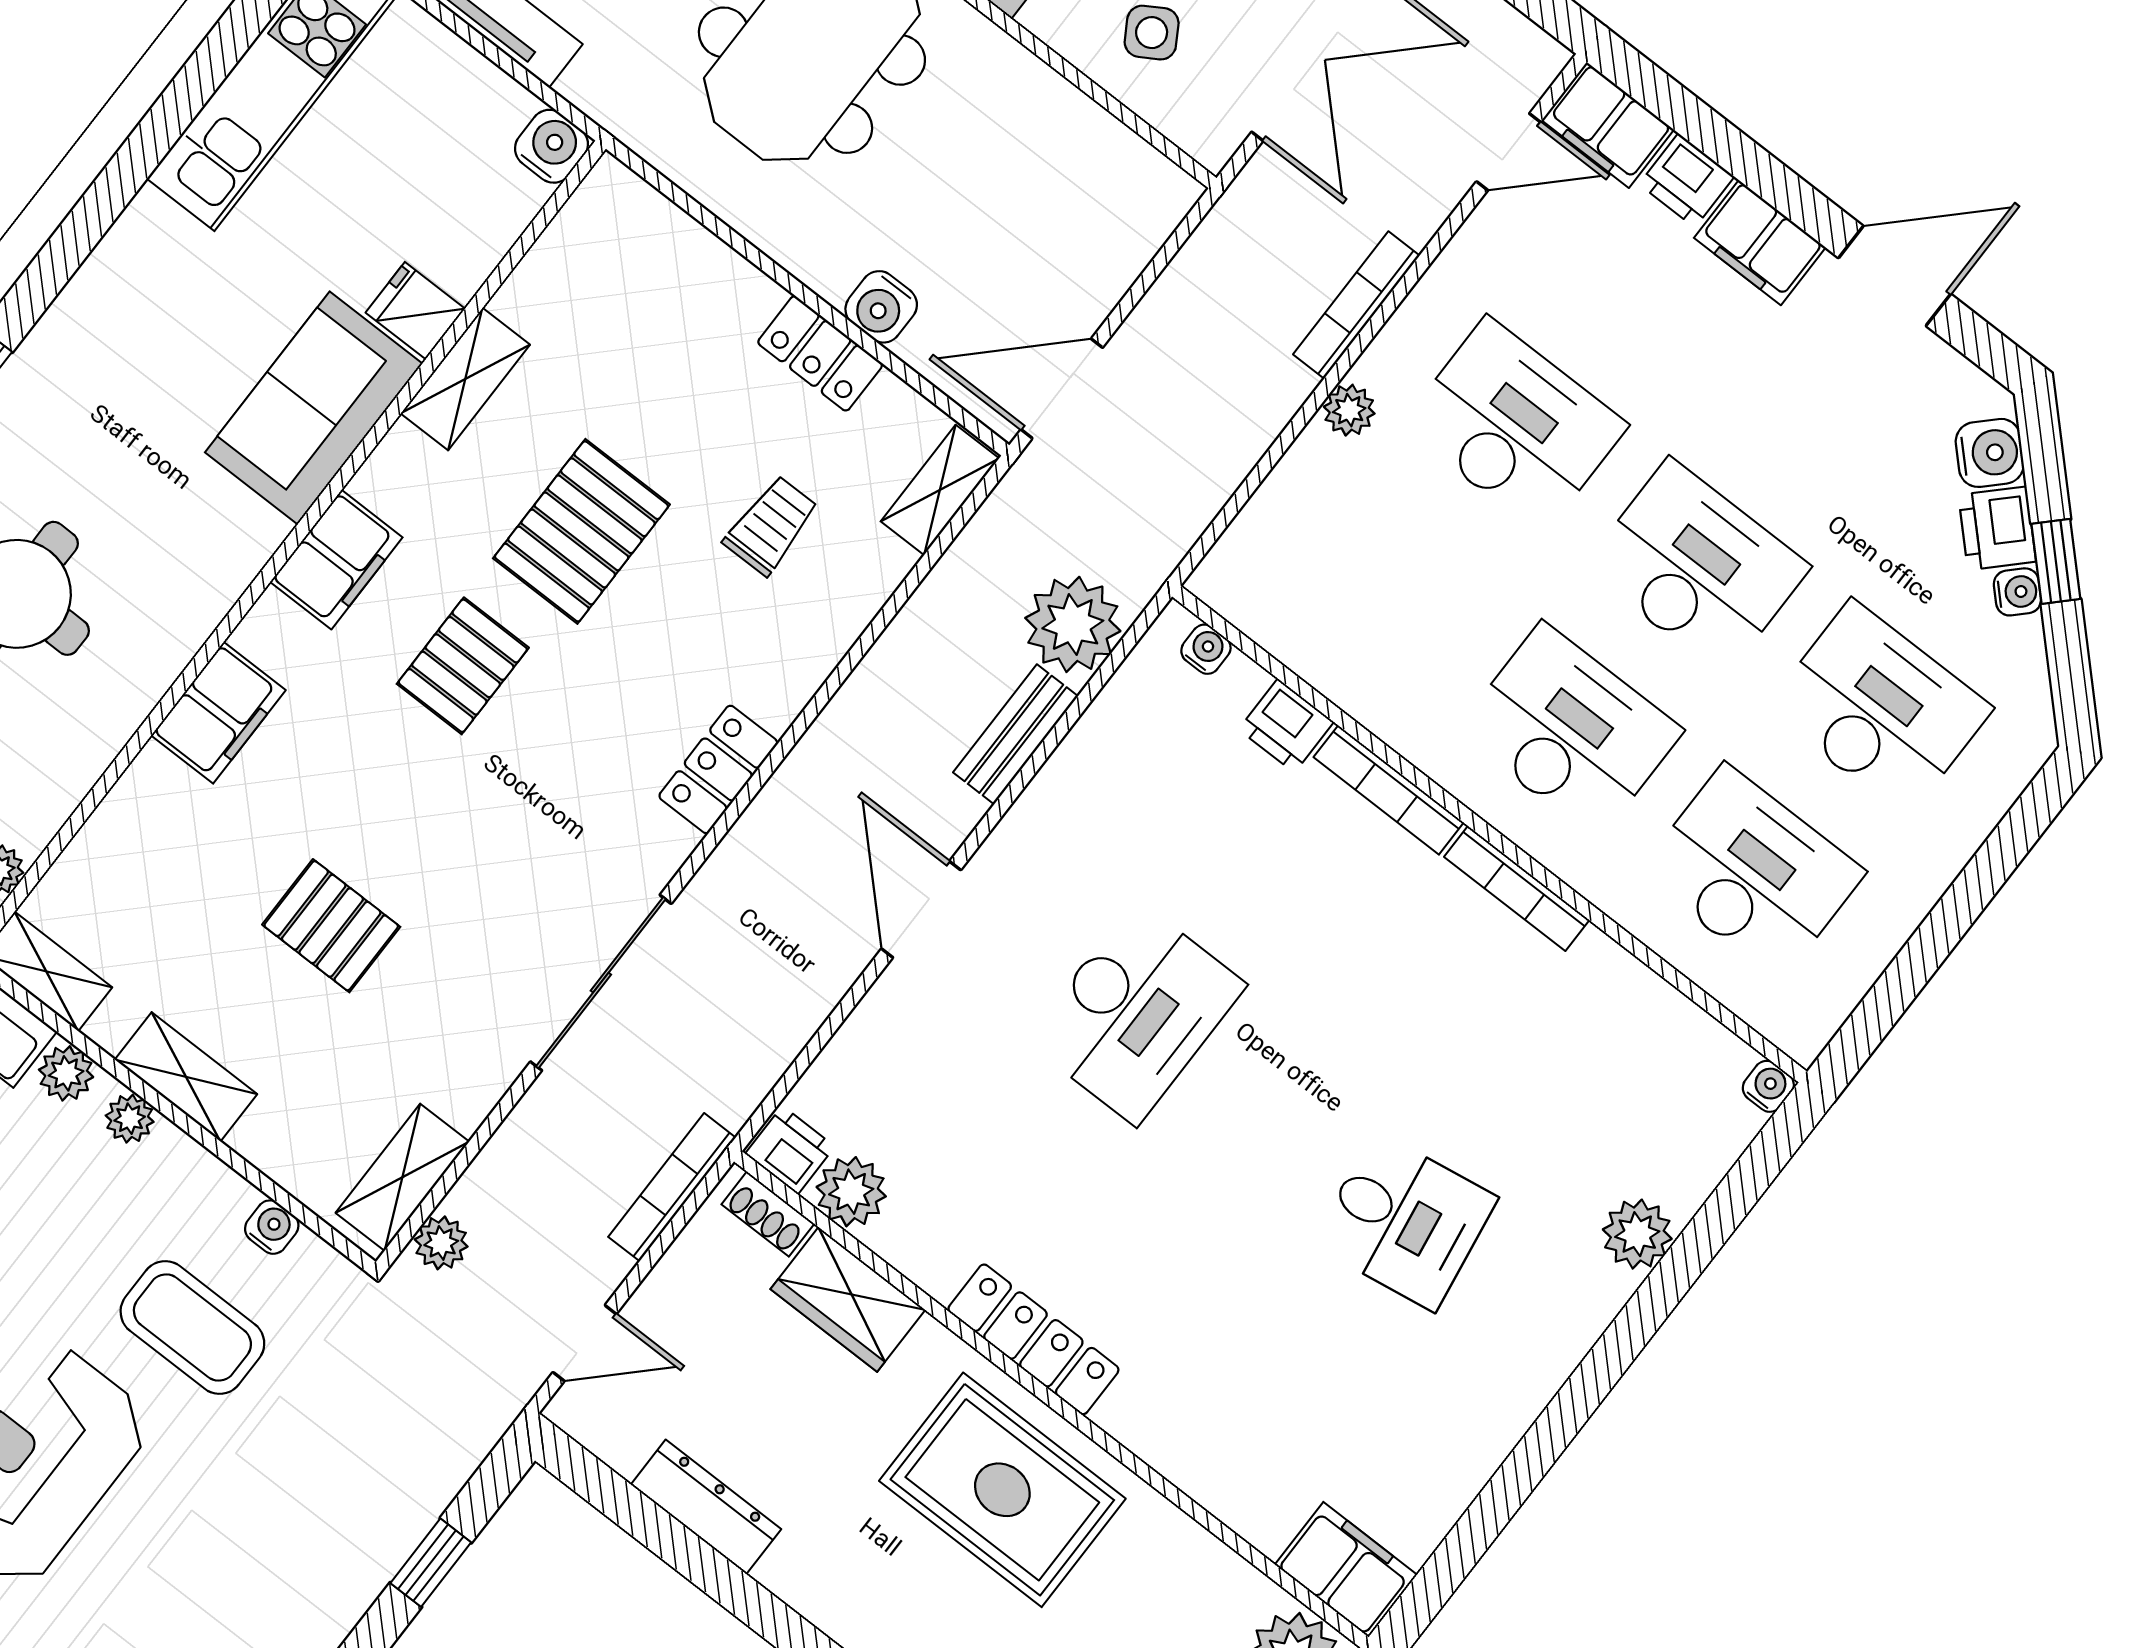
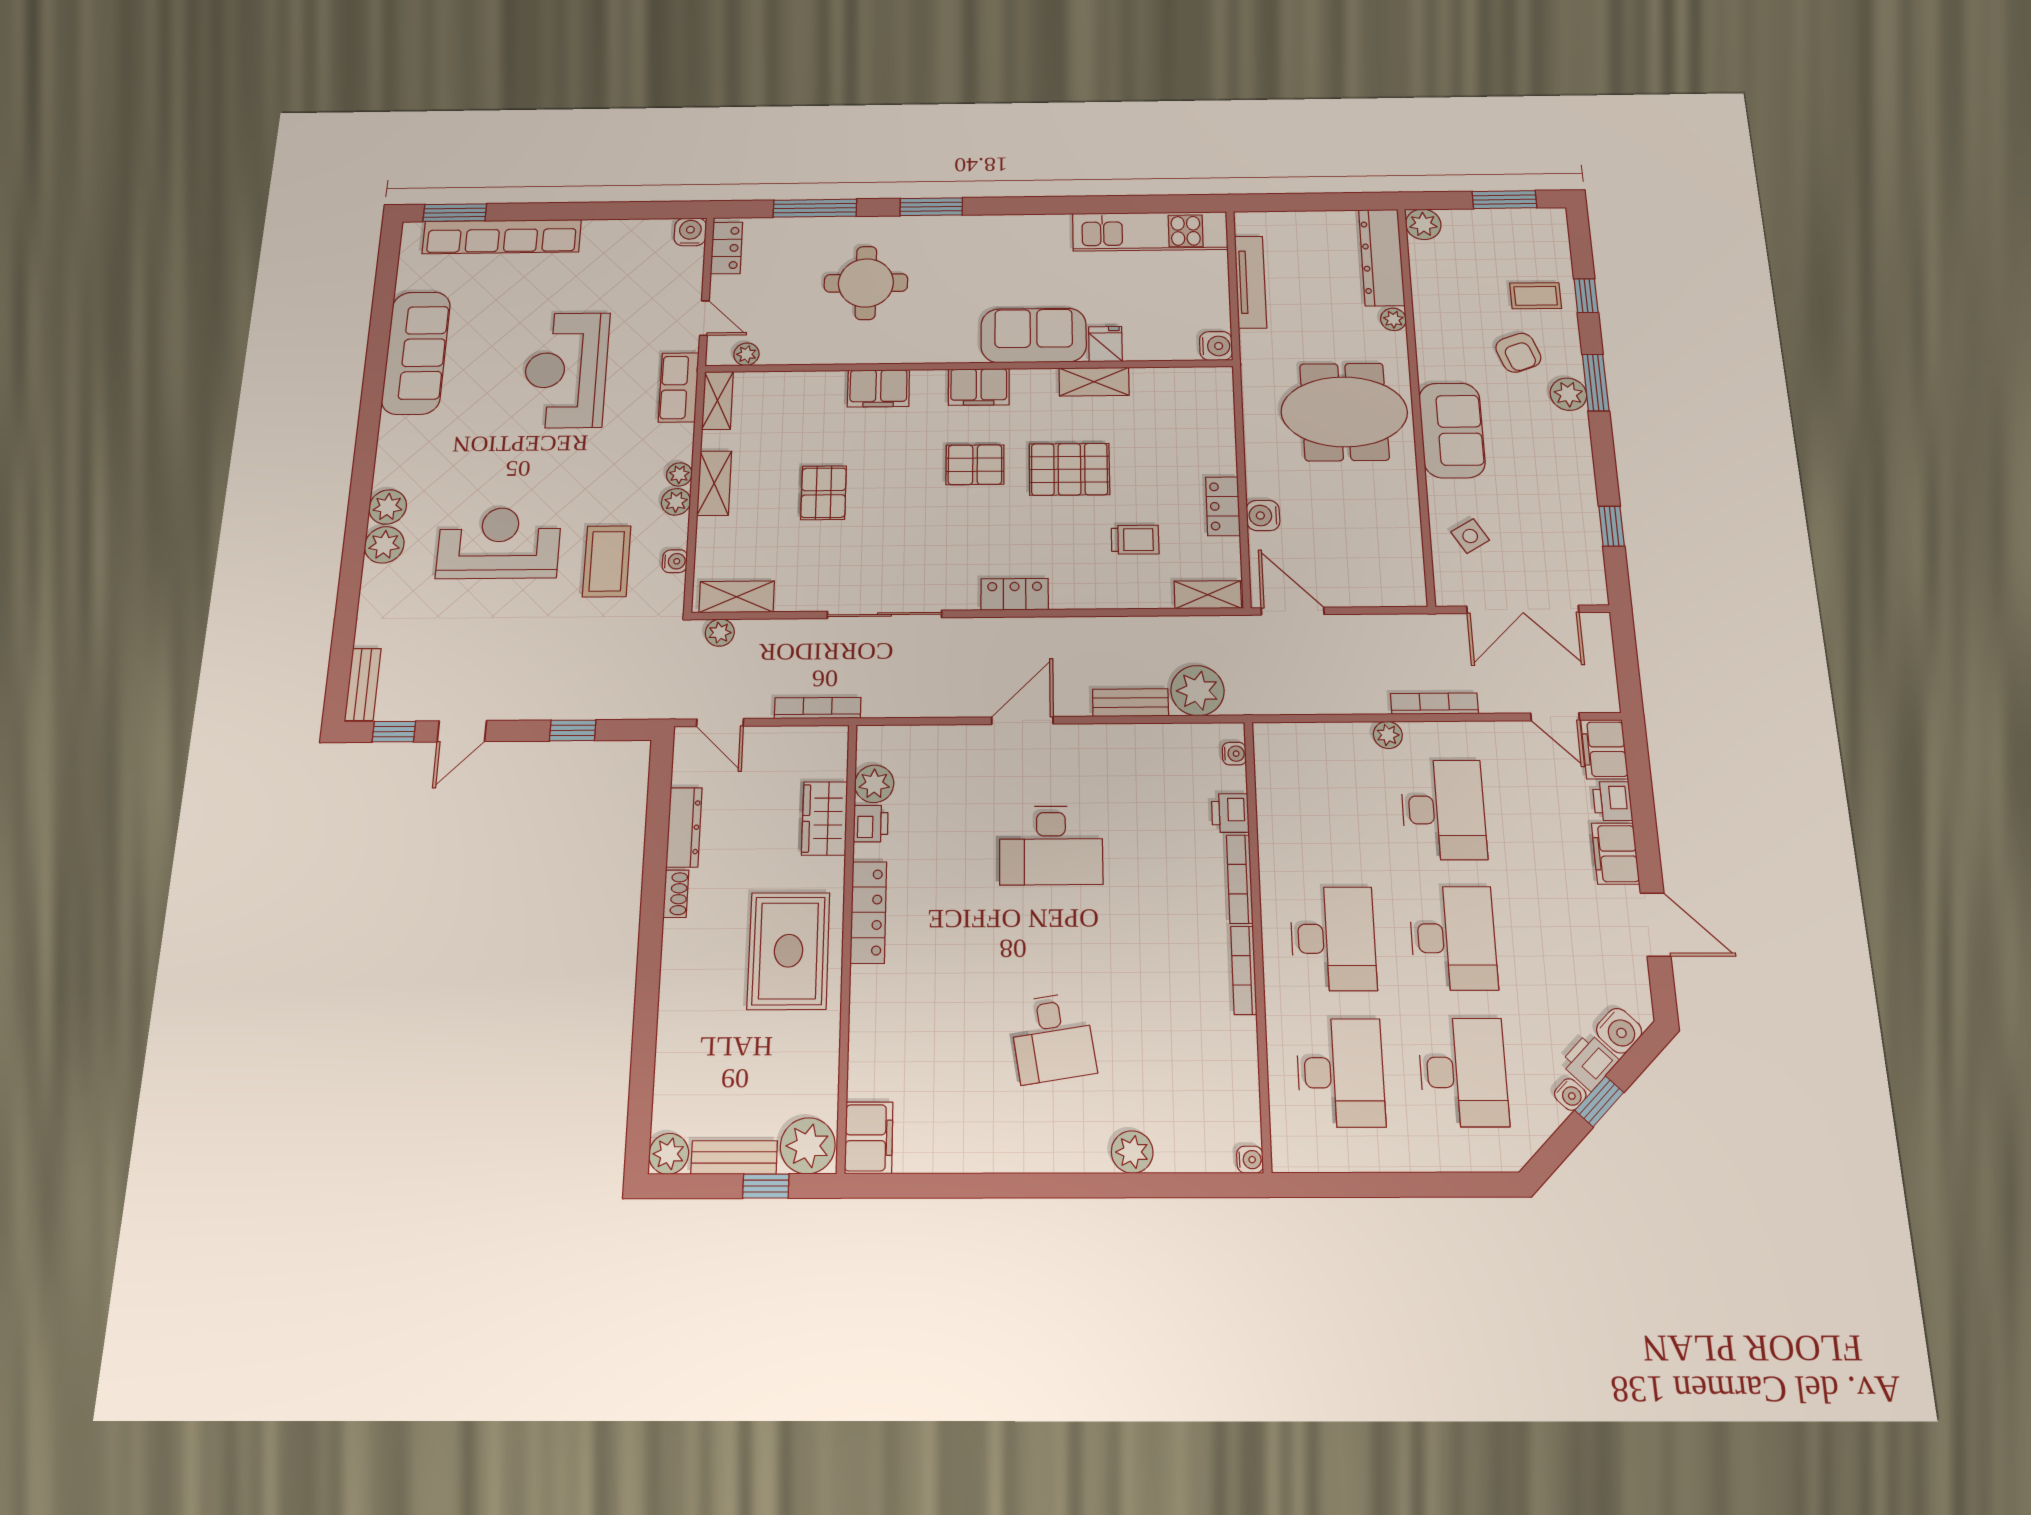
plant: (66, 1073) -> (676, 502), moved
printer: (790, 1150) -> (871, 824), moved
shoe rack: (768, 1214) -> (676, 894), moved, turned 180

